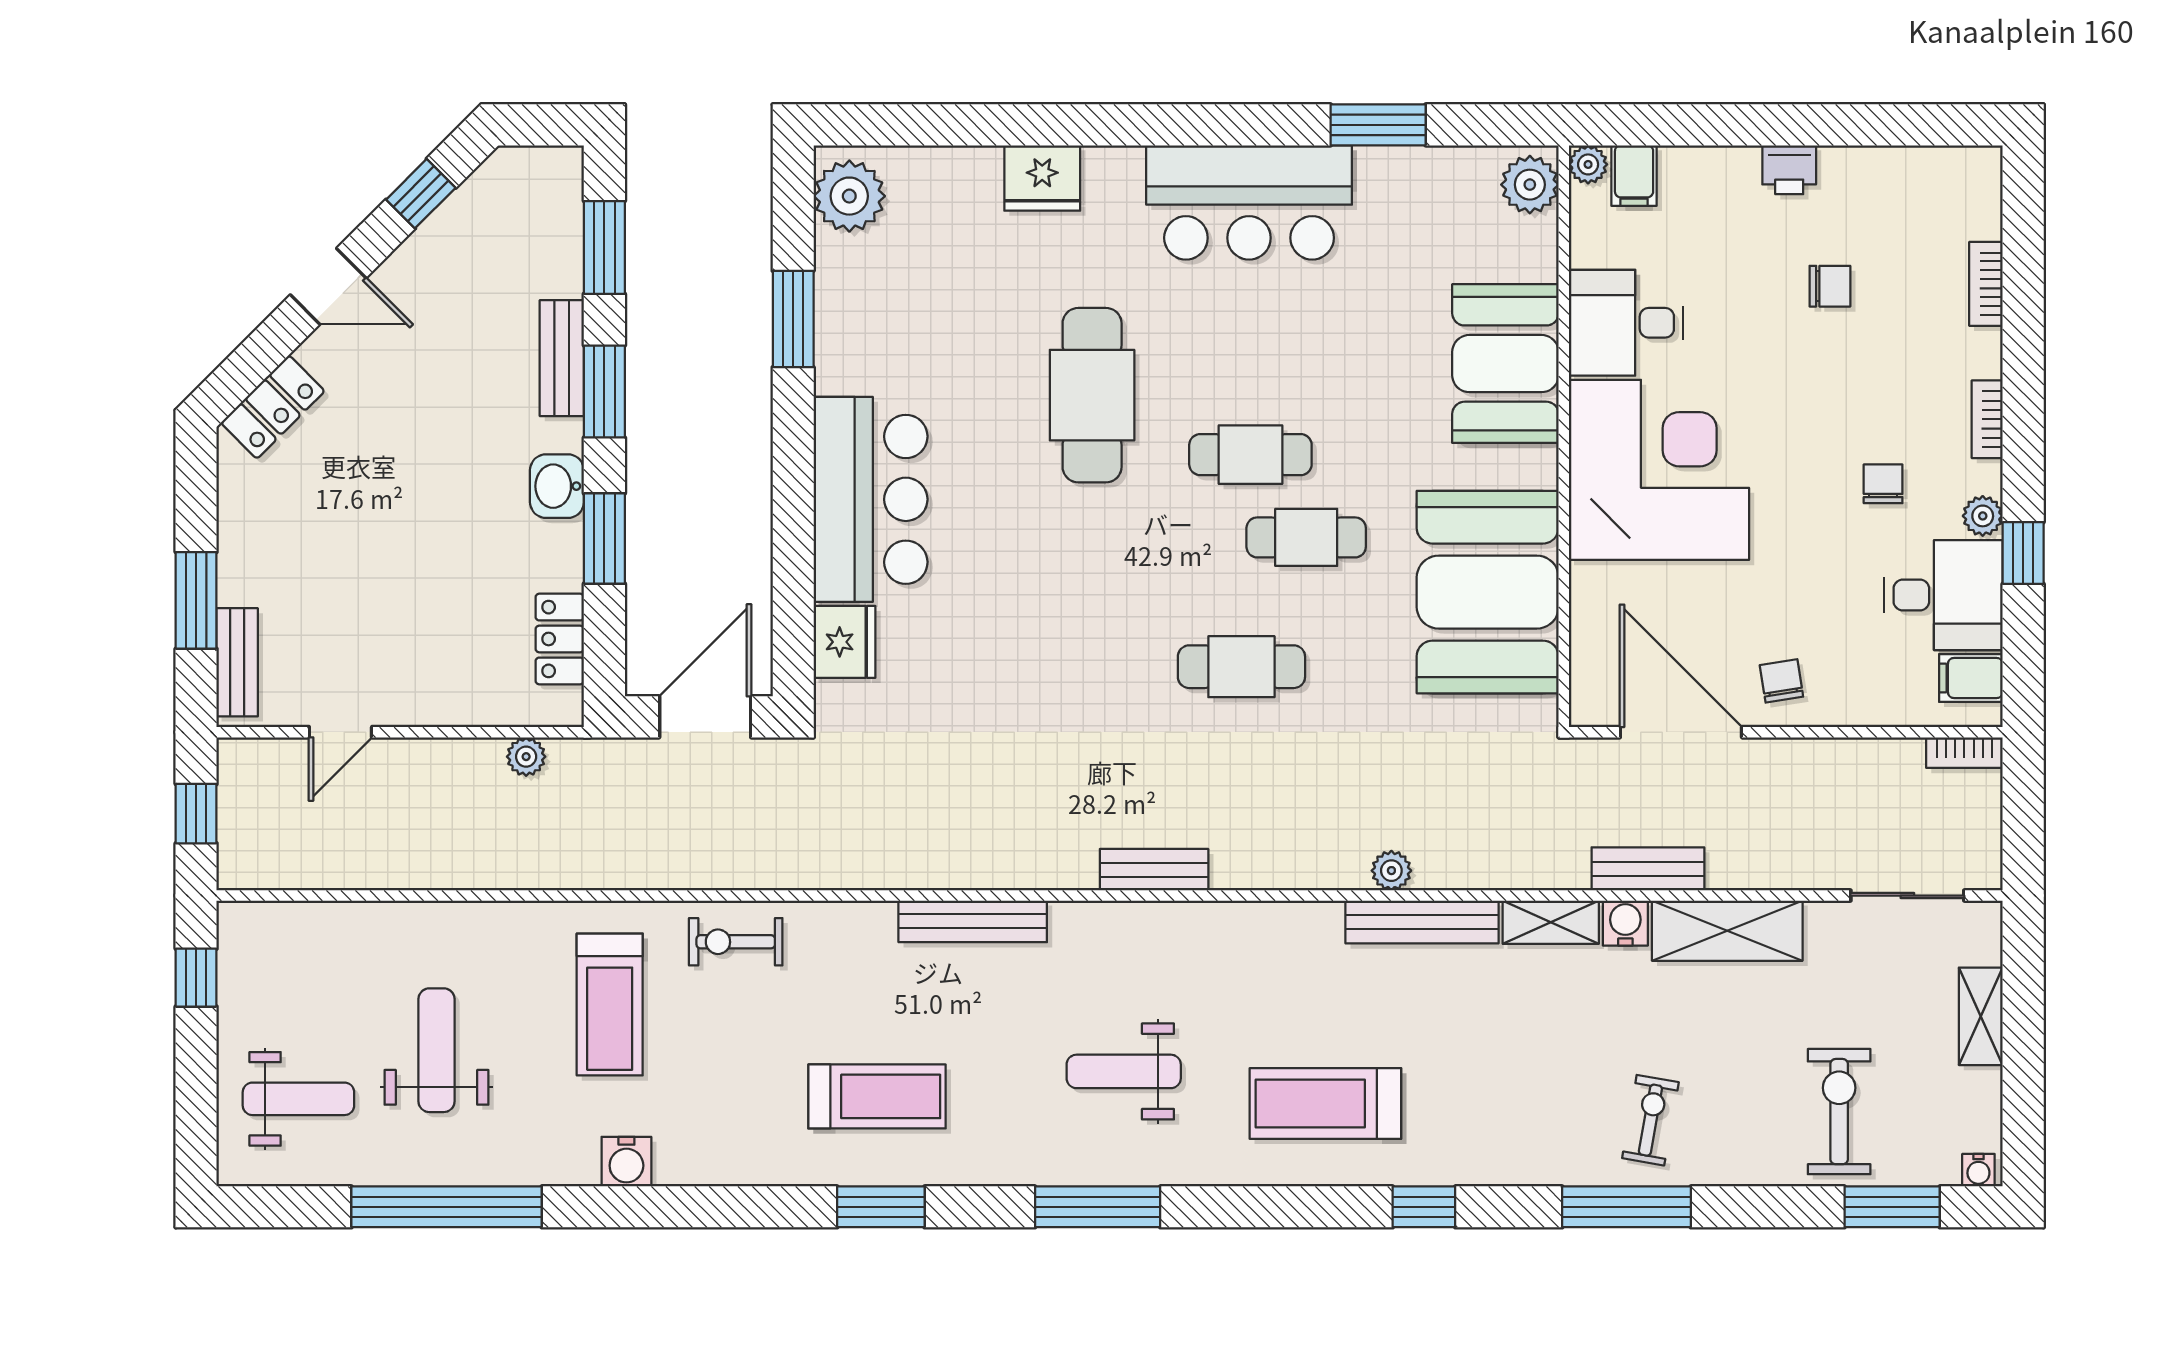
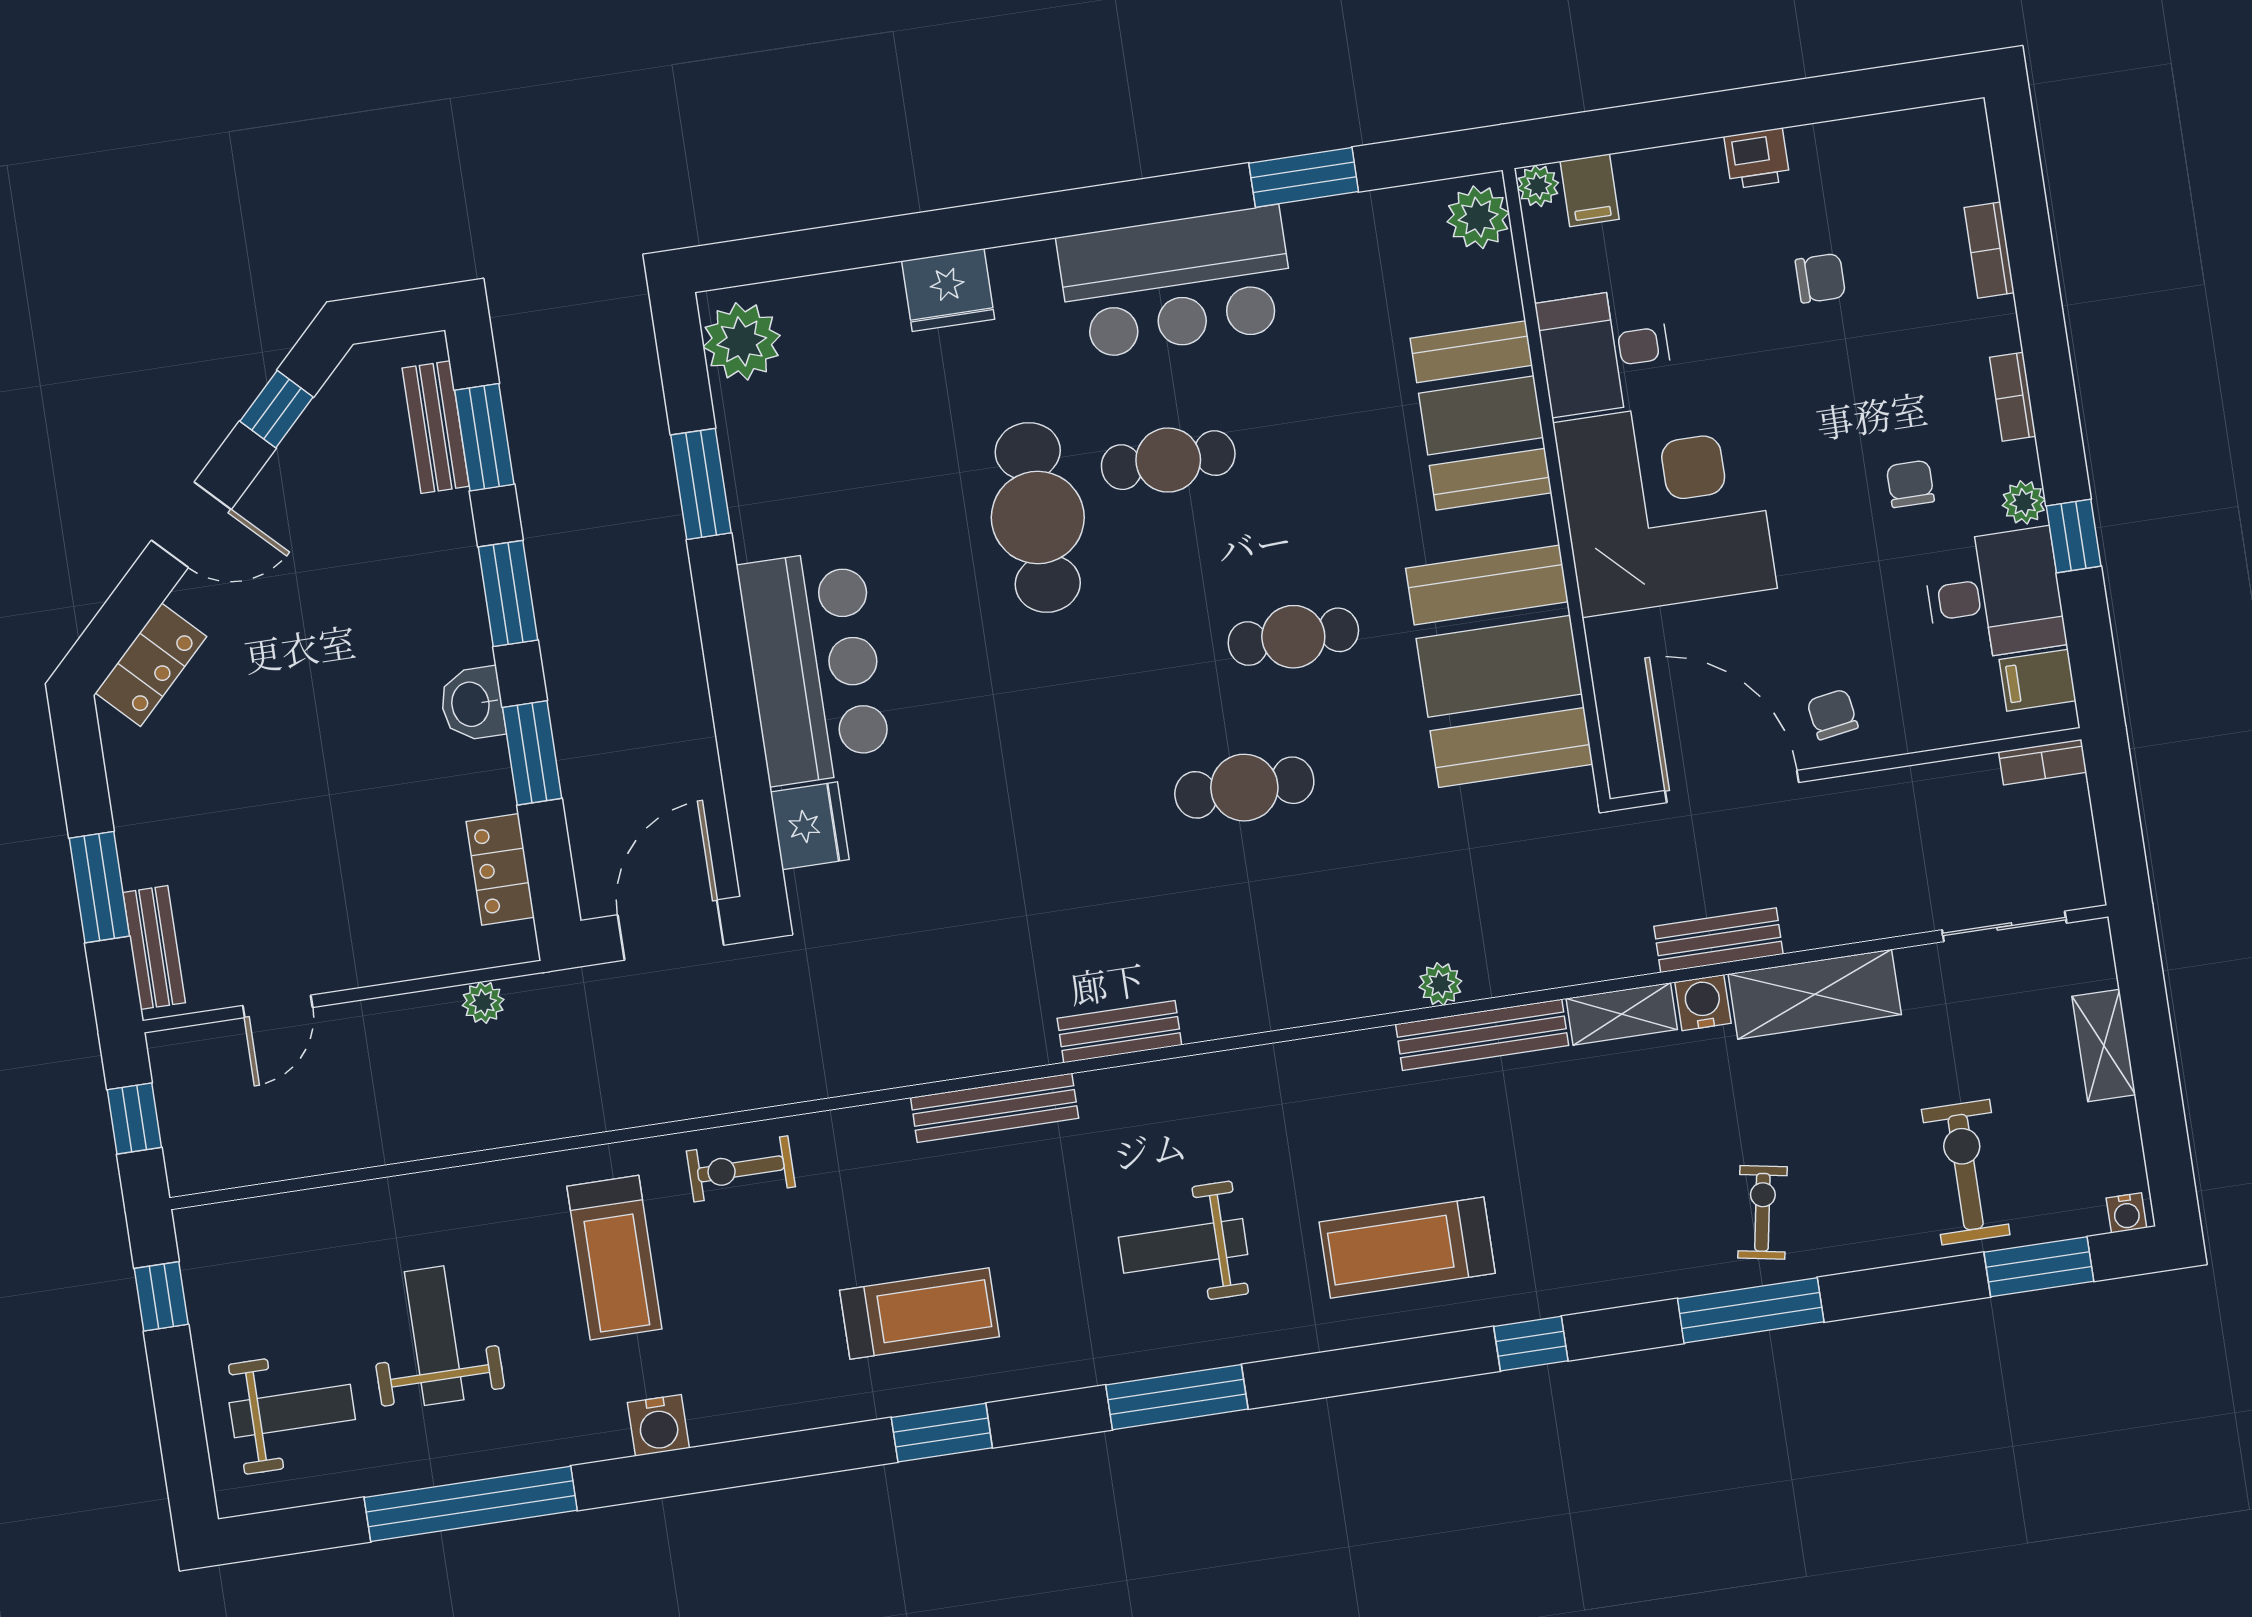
bench: (562, 358) -> (436, 427), moved
cafe table: (1250, 455) -> (1168, 460), moved
bench: (1154, 870) -> (1119, 1032), moved

